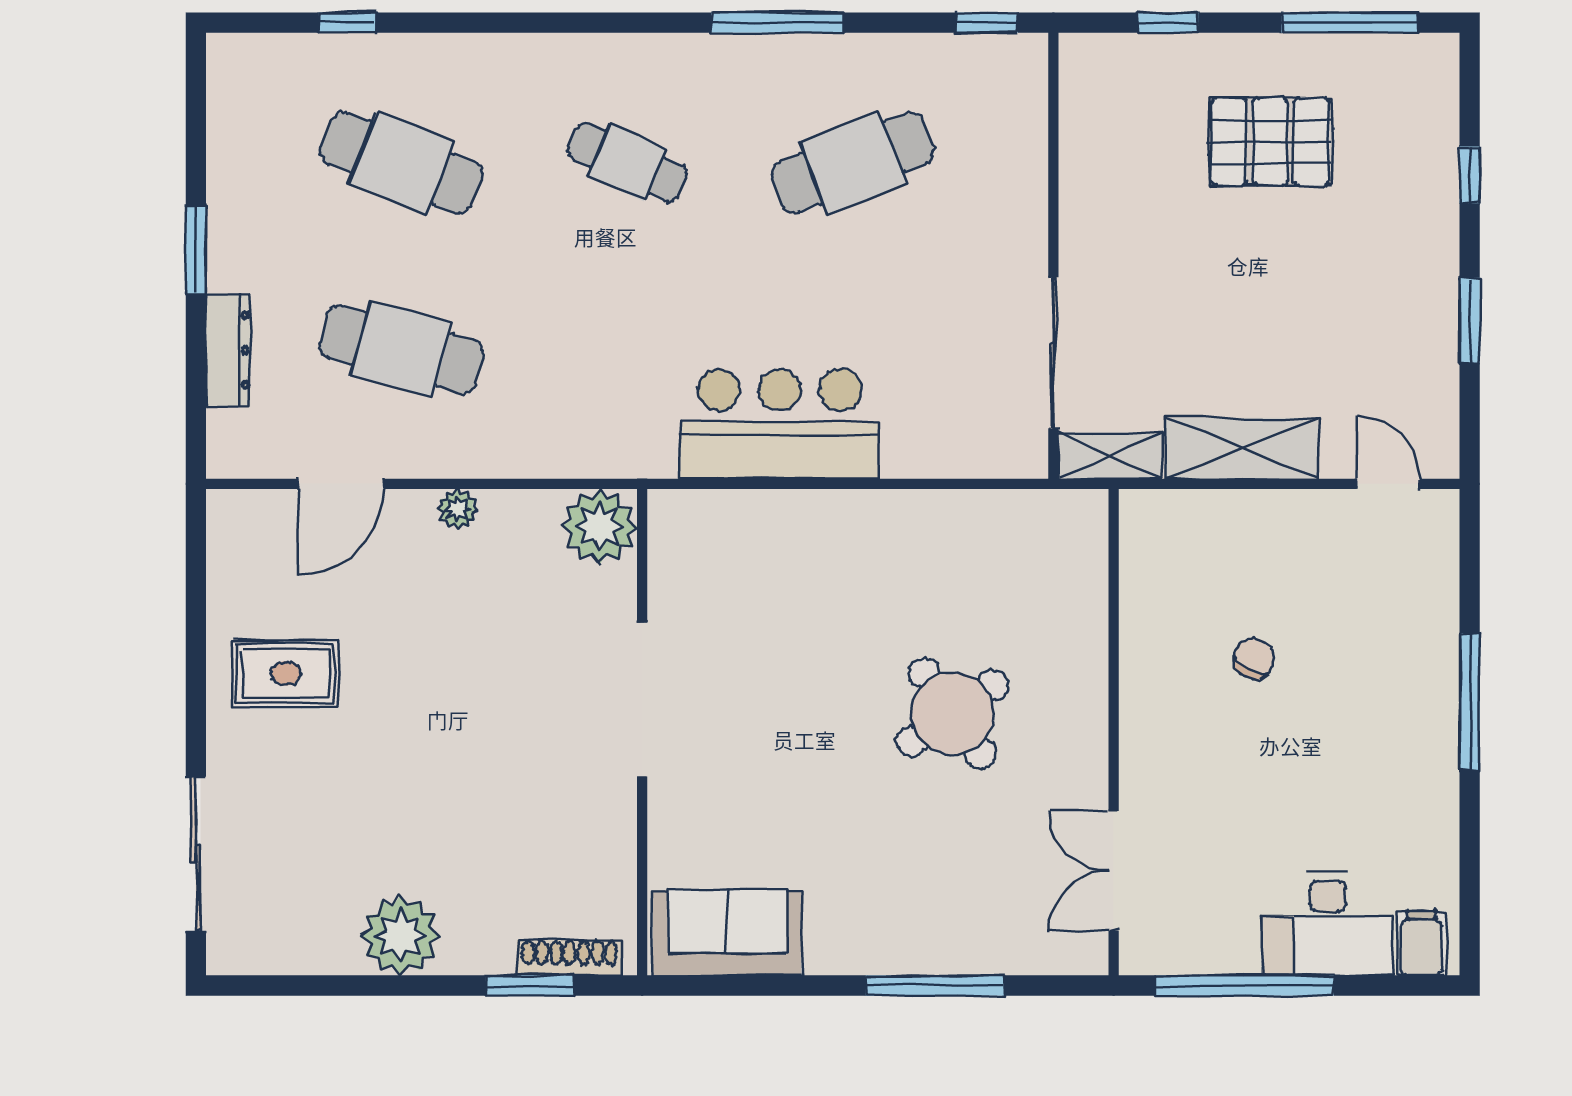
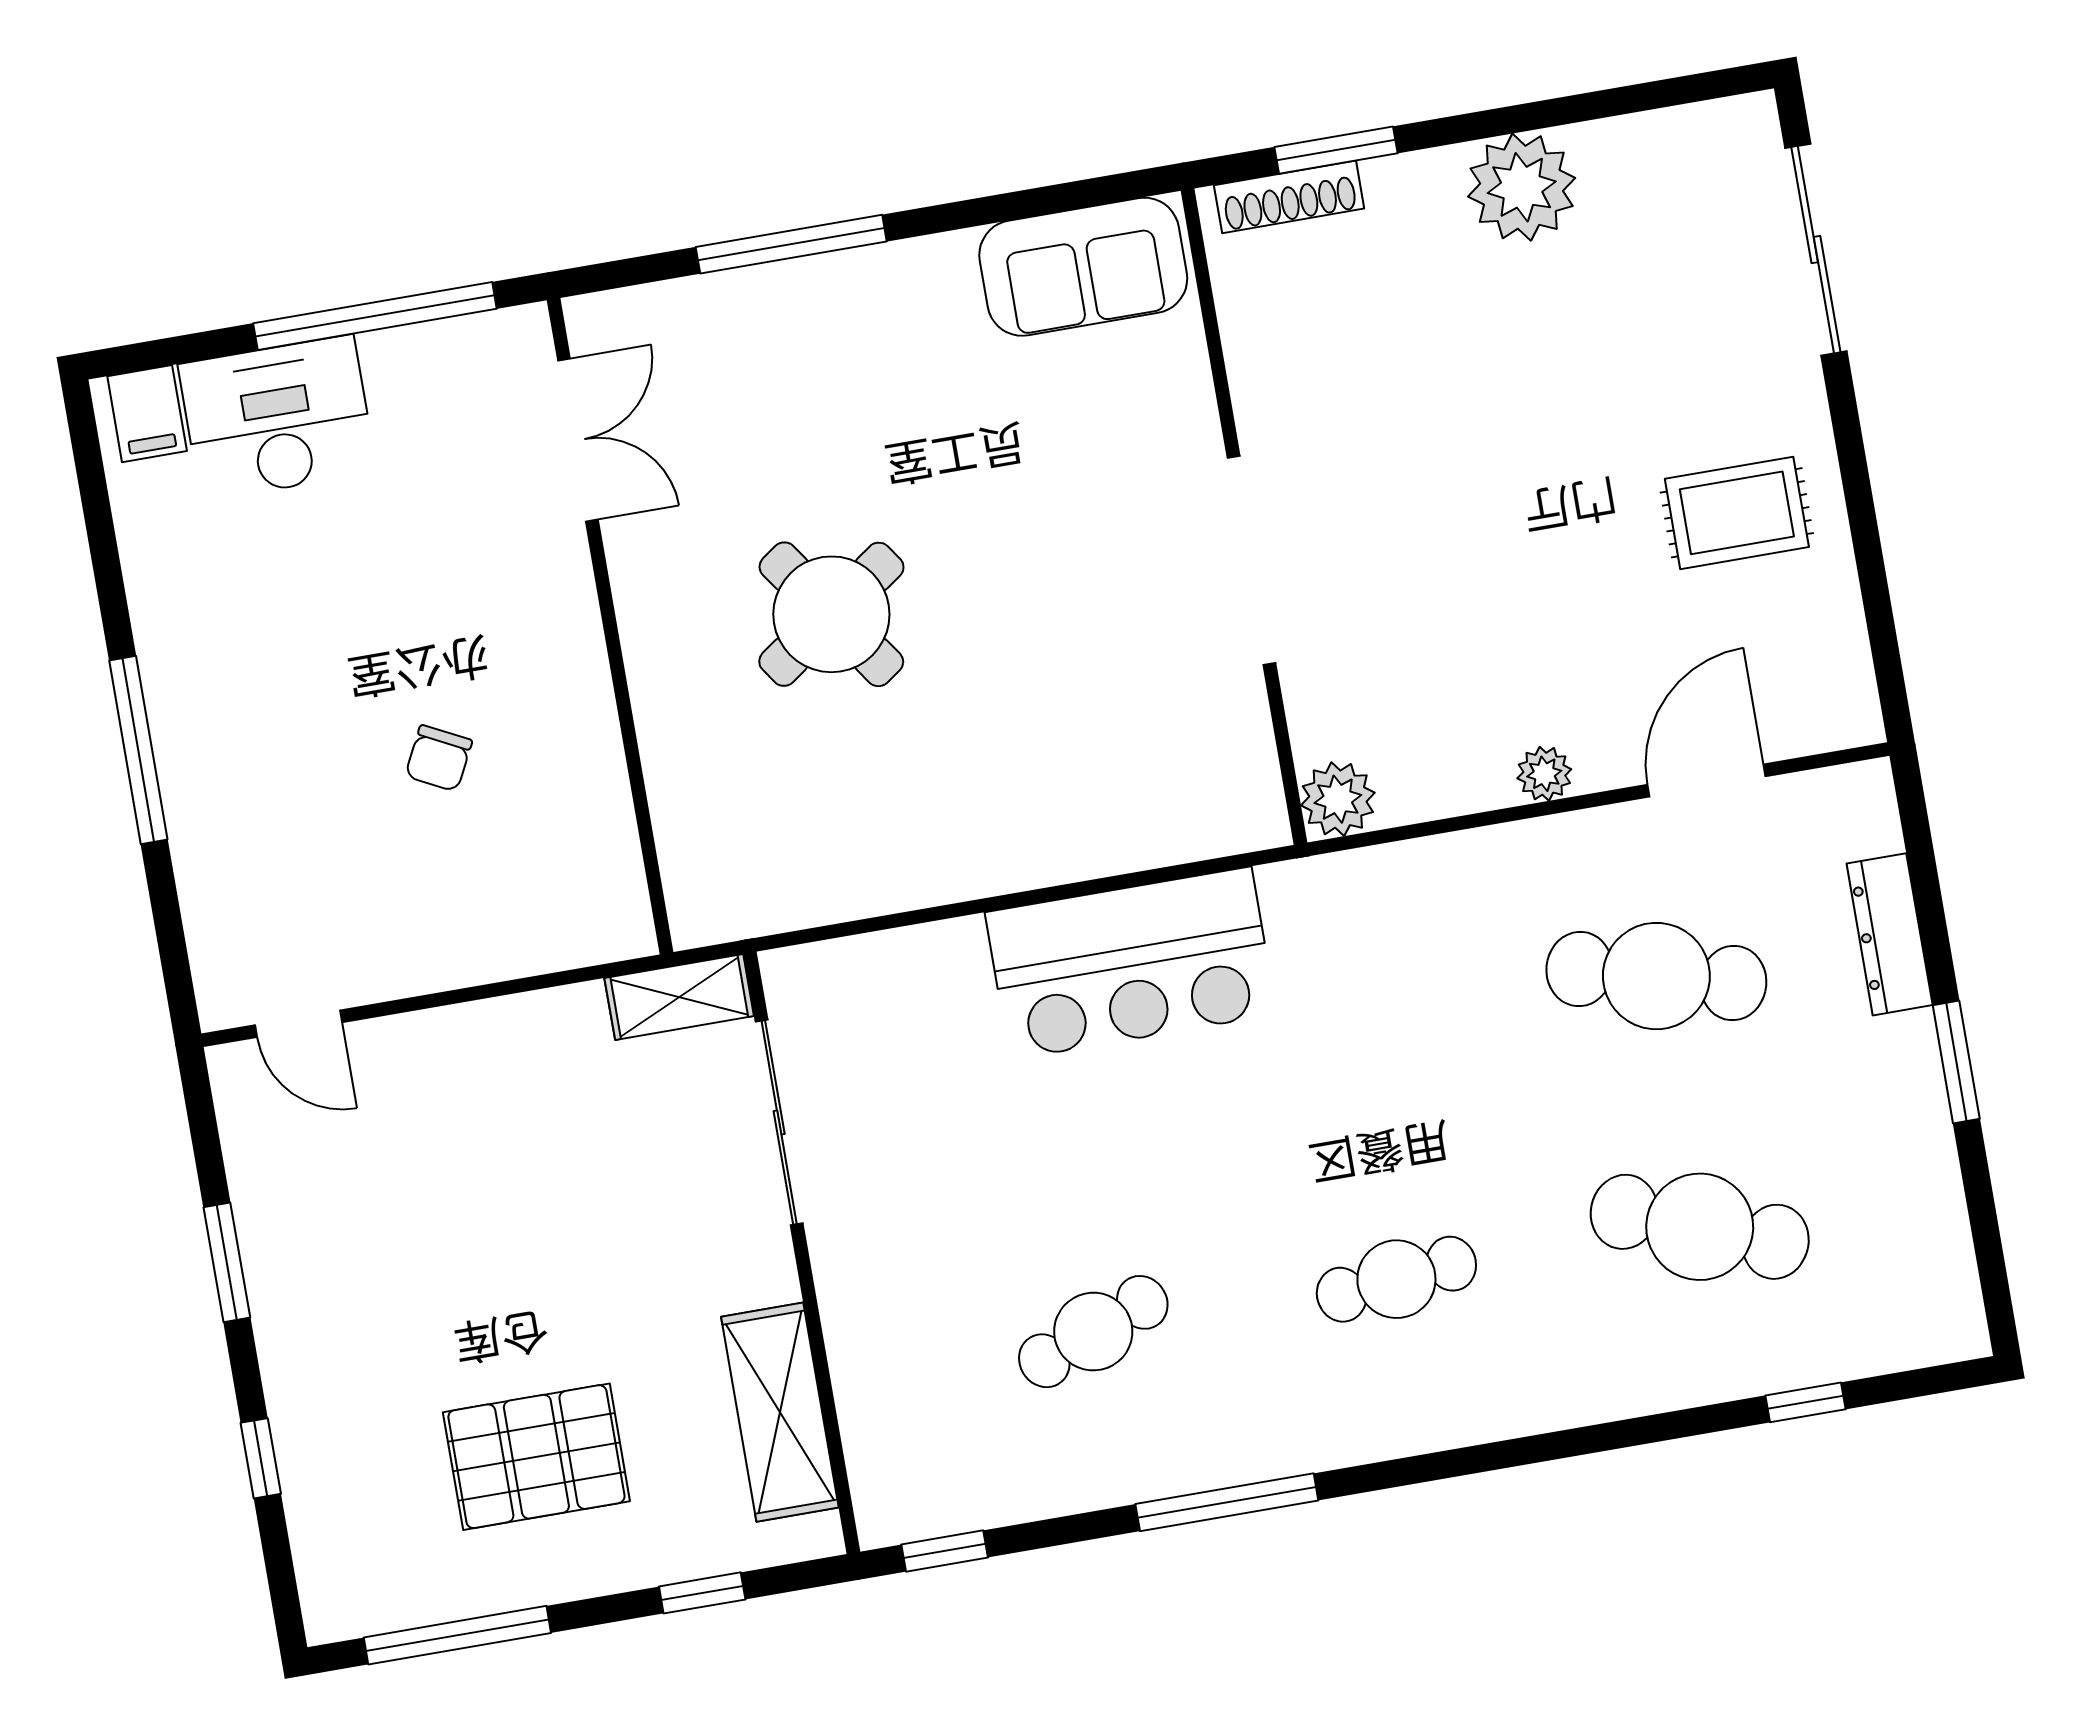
cafe table: (627, 163) -> (1396, 1279), turned -30
cafe table: (853, 163) -> (1093, 1332), width x0.73, depth x0.74
shelving: (1242, 448) -> (780, 1412), moved, turned 90
plant: (600, 527) -> (1338, 799), width x0.73, depth x0.73

